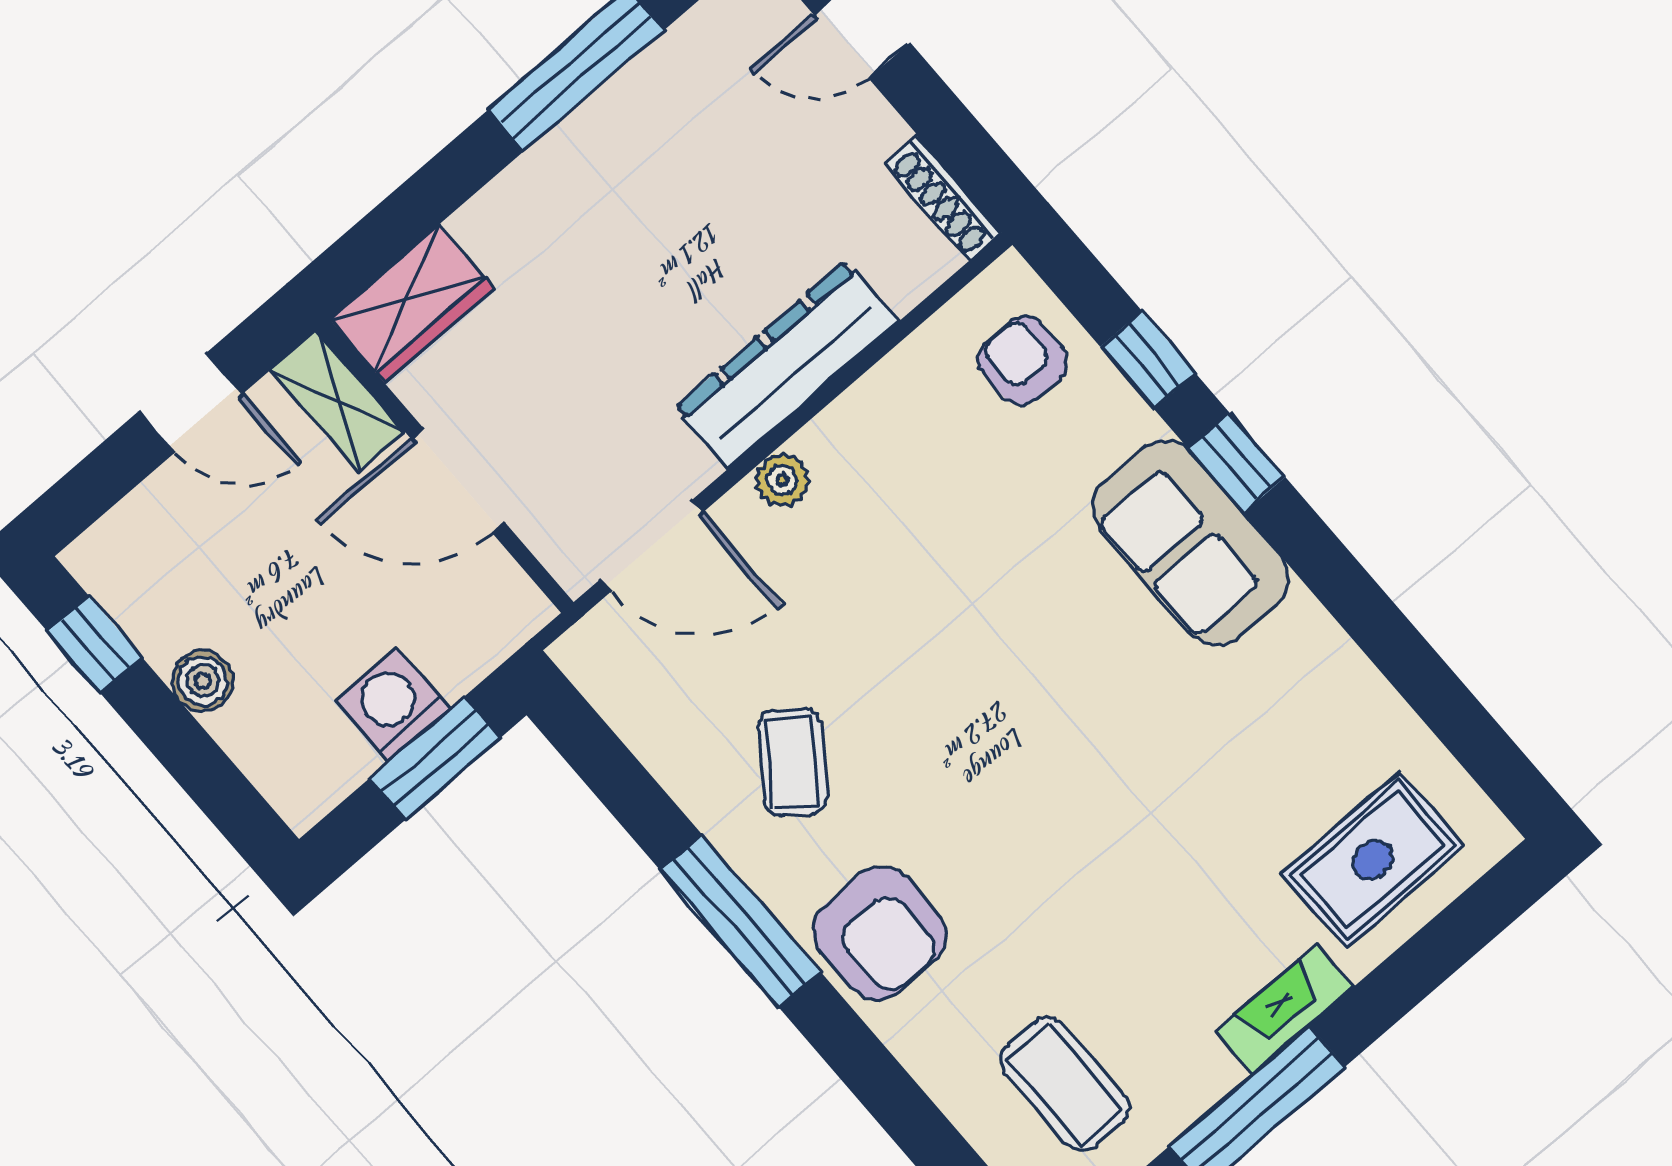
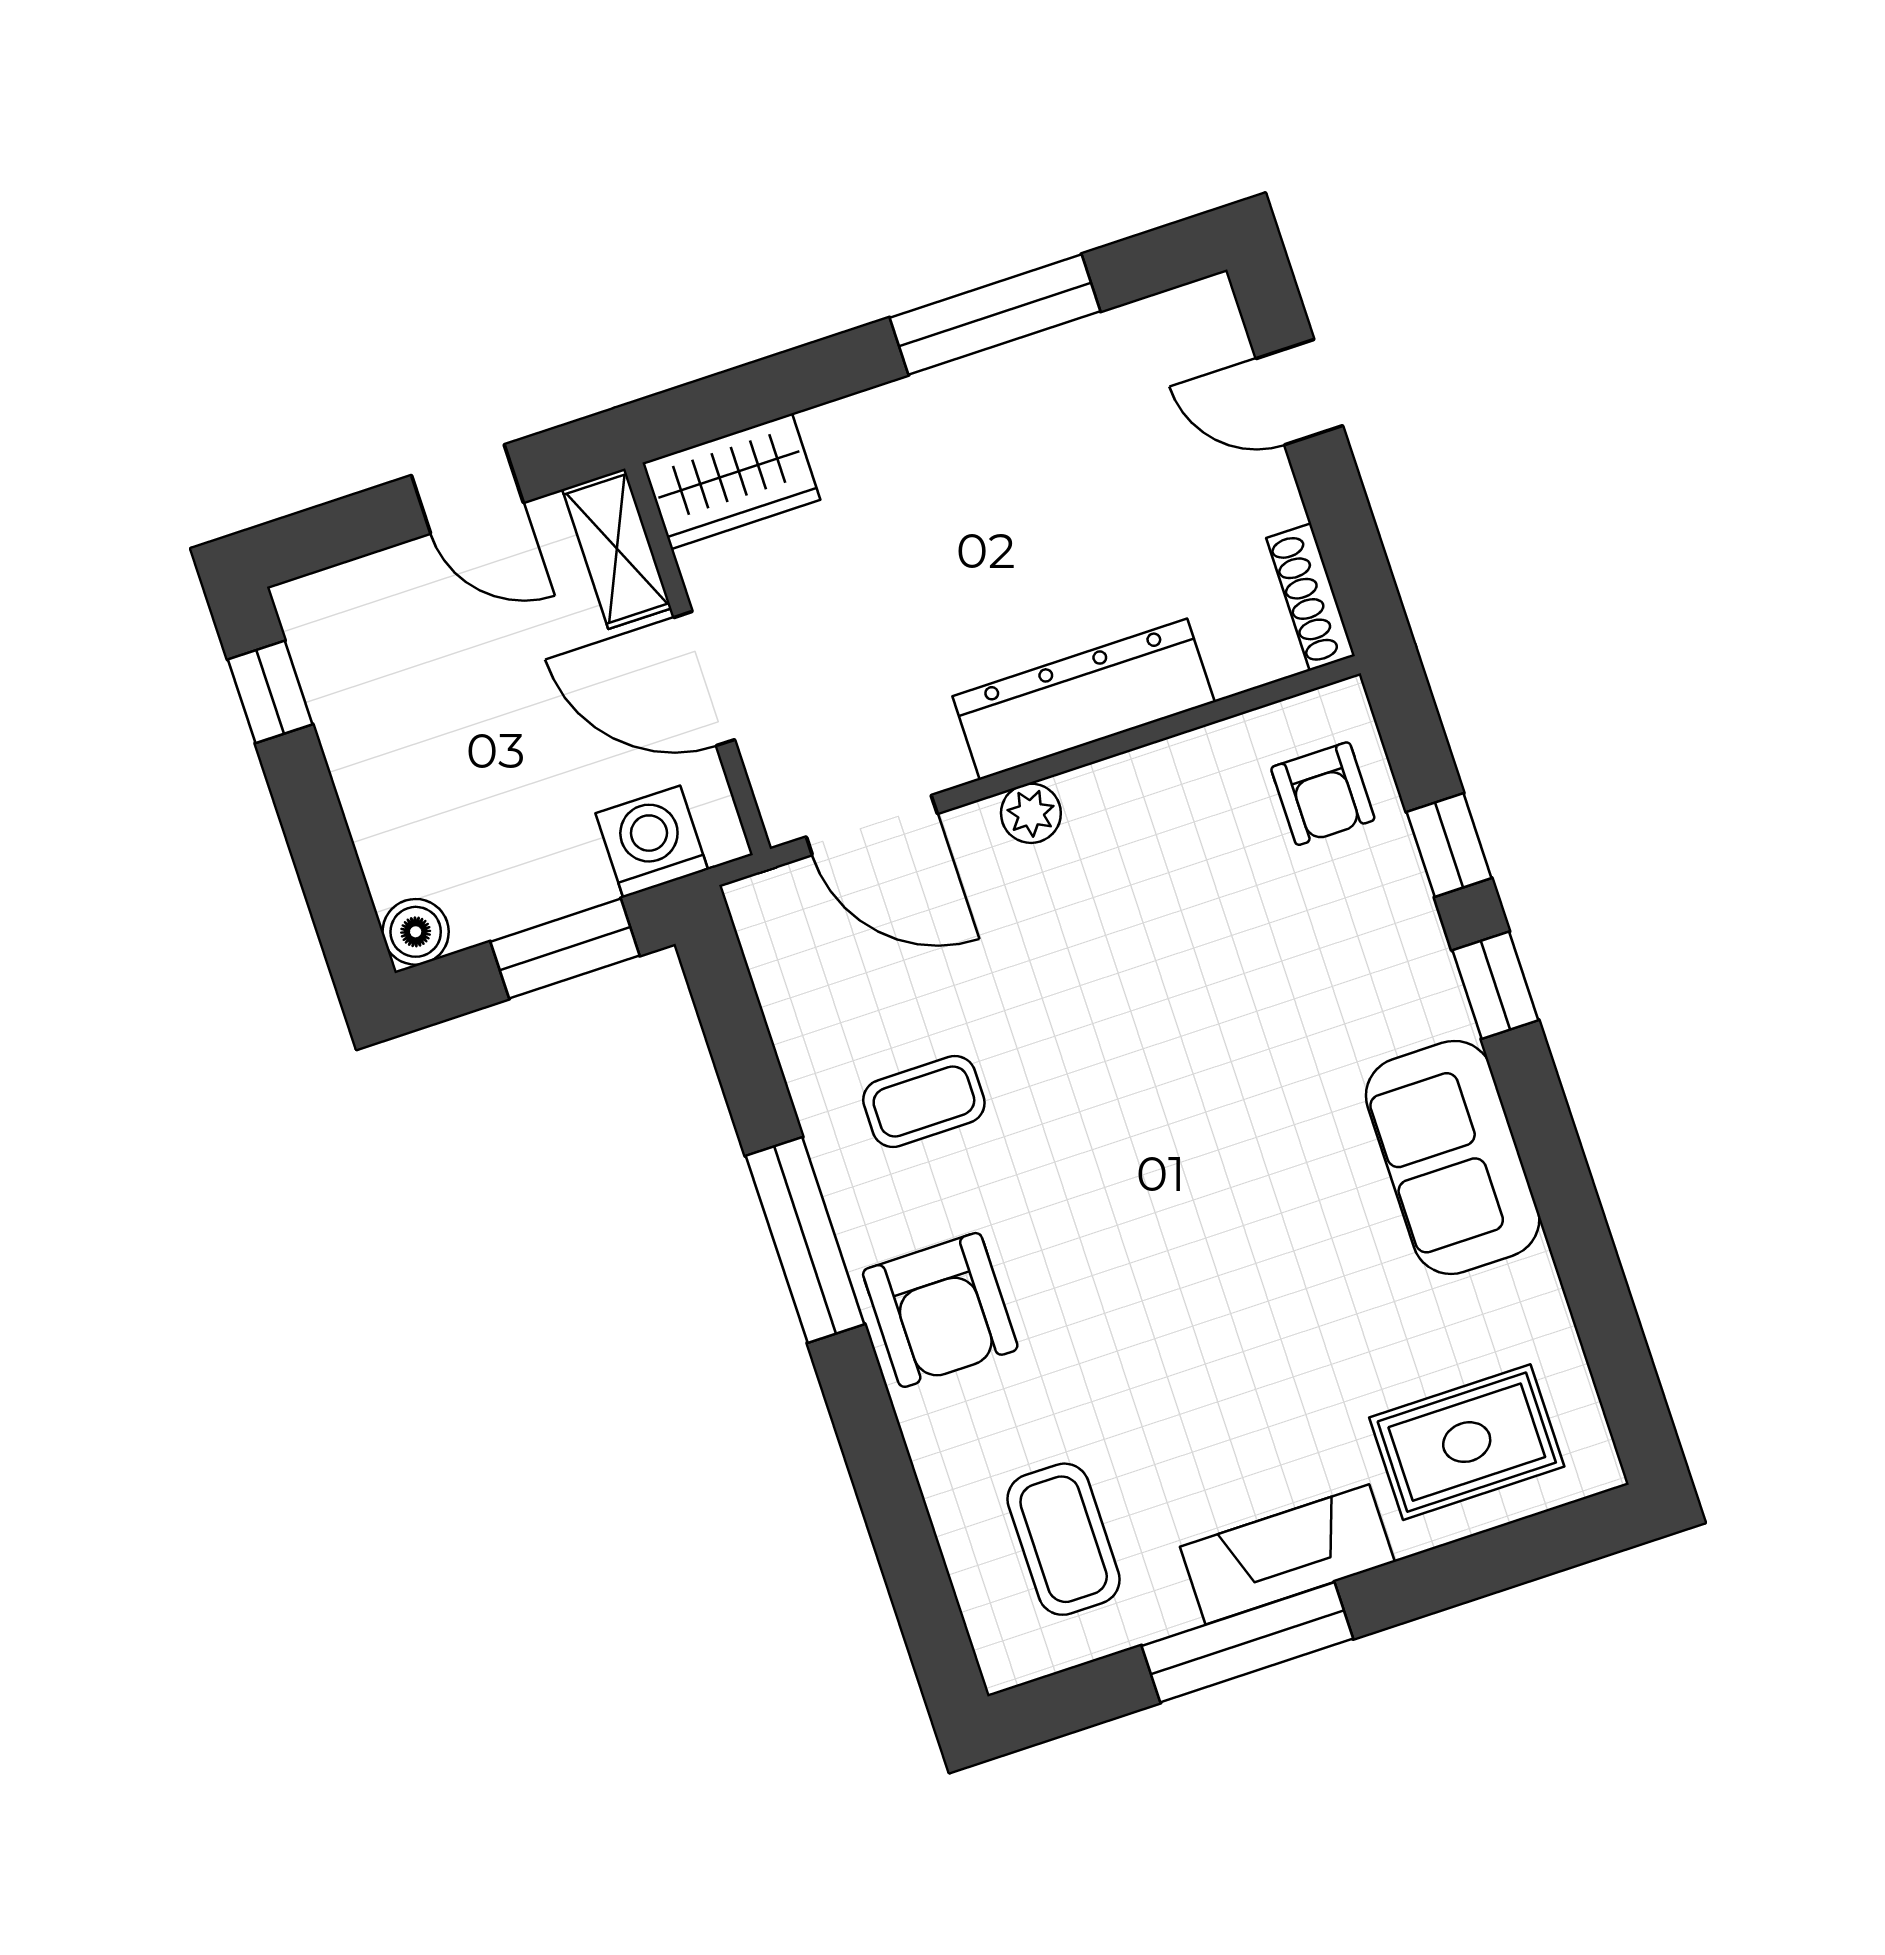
armchair: (1023, 361) -> (1323, 794), turned 180
sofa: (1191, 543) -> (1453, 1157), moved
boiler: (202, 681) -> (416, 932), moved
washing machine: (392, 705) -> (652, 842), moved
coffee table: (793, 762) -> (924, 1101), turned 54
fireplace: (1285, 1009) -> (1287, 1554), width x1.37, depth x1.32

